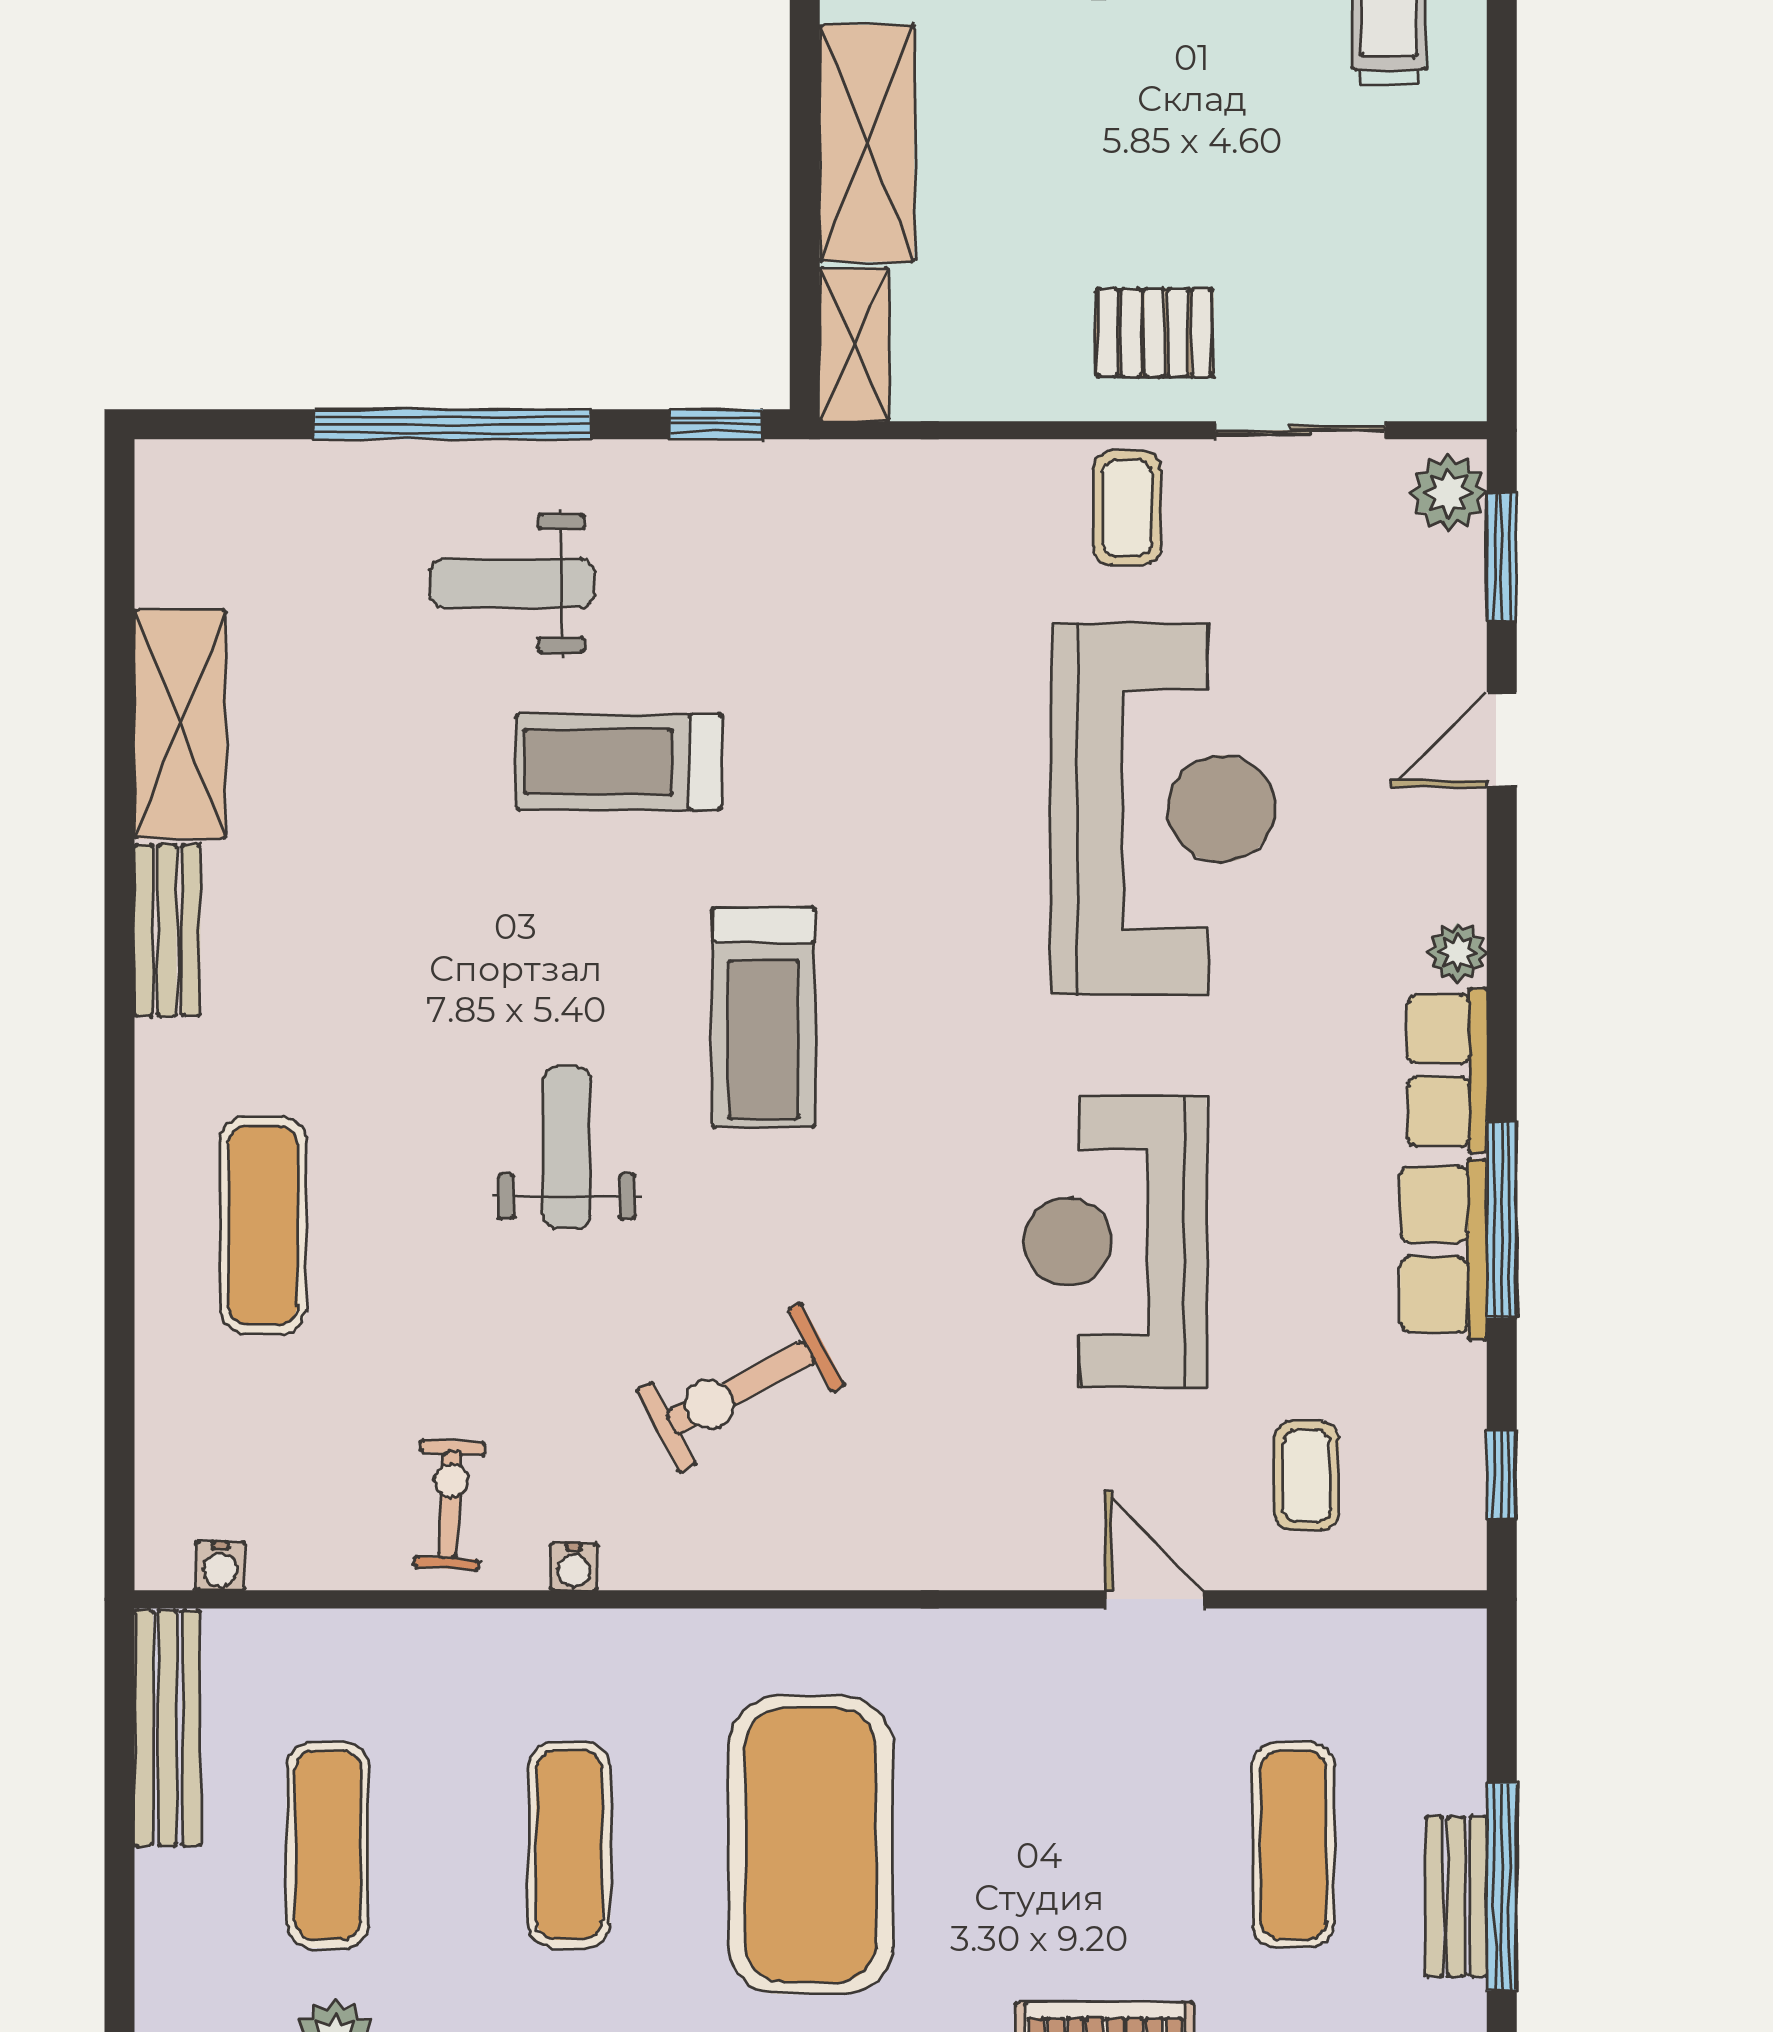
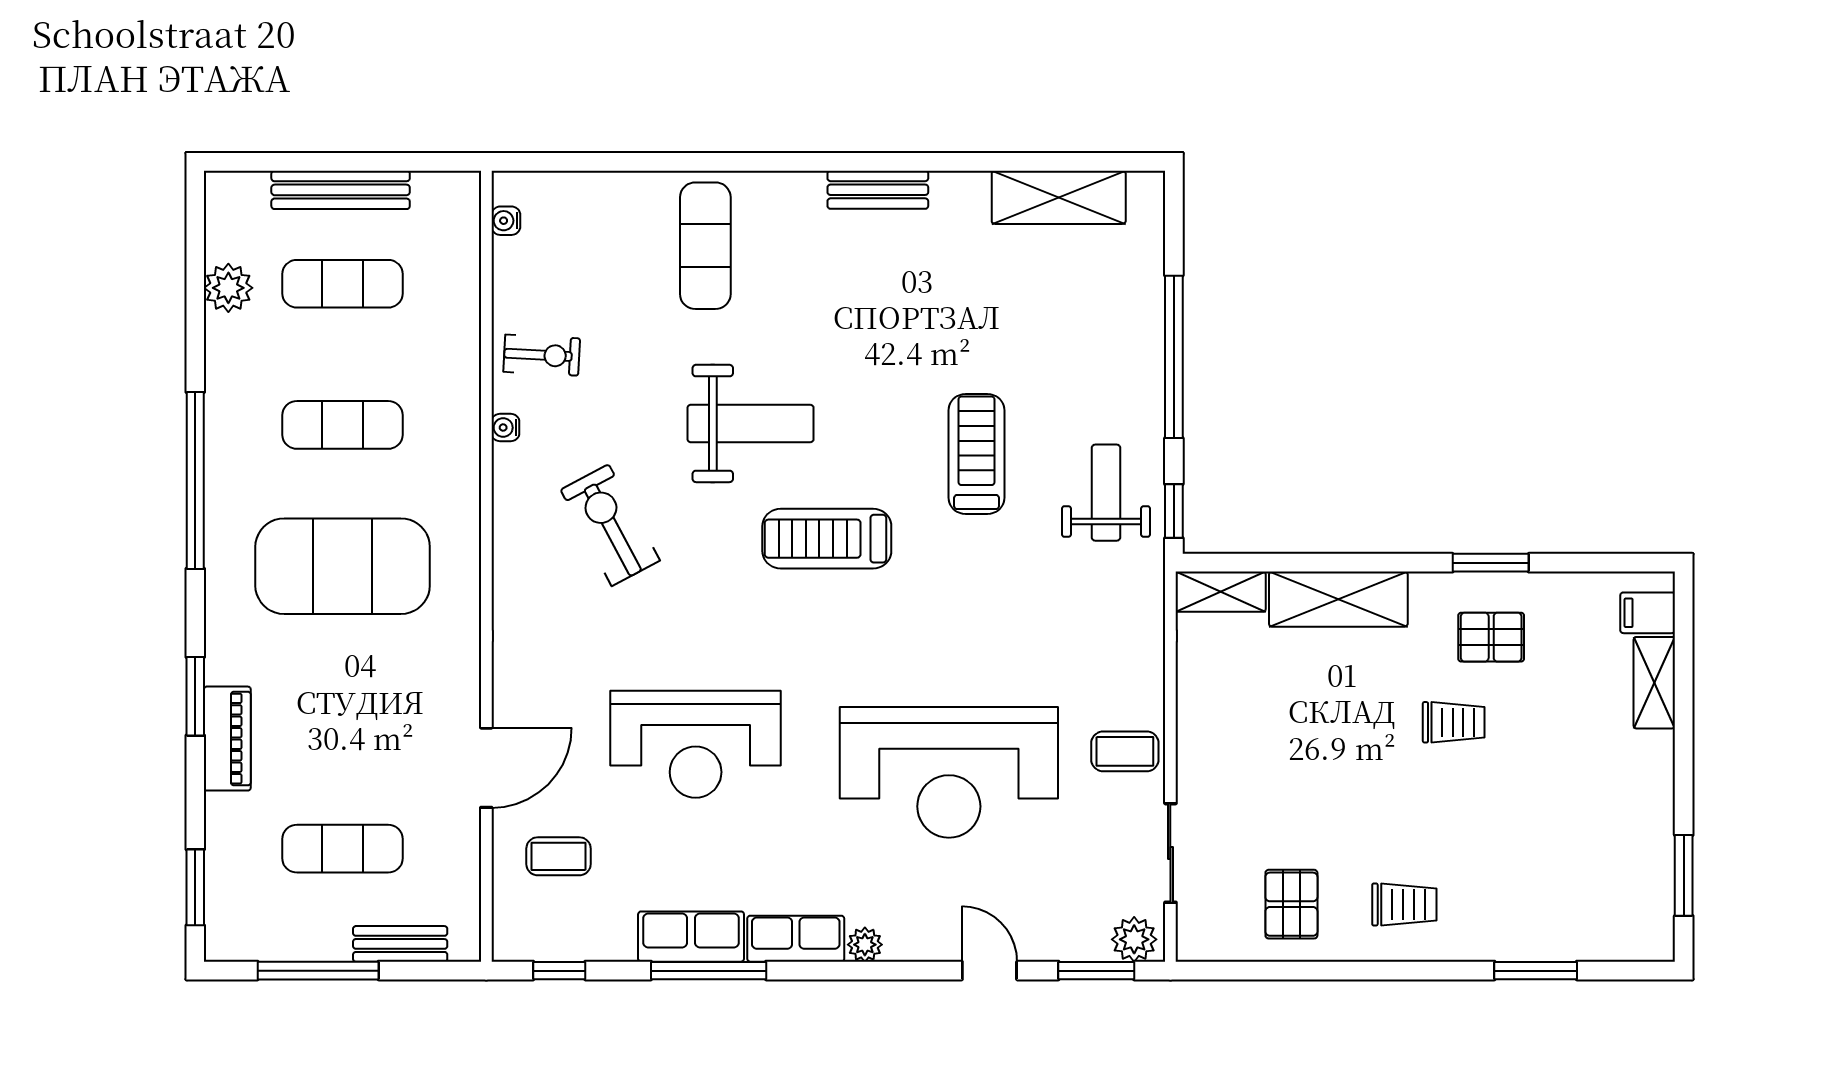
pallet: (1154, 333) -> (1291, 904), moved
weight bench: (512, 583) -> (1106, 493), moved
shelving: (180, 724) -> (1059, 197), moved
weight bench: (567, 1148) -> (751, 423), width x1.36, depth x1.33
exercise mat: (263, 1225) -> (705, 246), turned 90
reception desk: (1115, 1242) -> (696, 744), turned 180
door: (1155, 1599) -> (486, 768), width x1.38
bench: (168, 1728) -> (341, 190), moved
bench: (1456, 1897) -> (400, 944), moved

